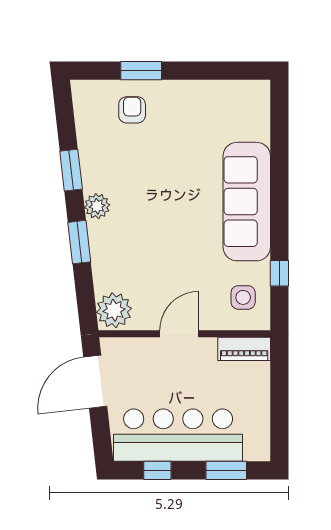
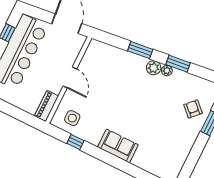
armchair: (132, 110) -> (193, 109), turned -136
sofa: (247, 202) -> (118, 146), width x0.54, depth x0.79
plant: (114, 310) -> (167, 71), moved, width x0.53, depth x0.53

